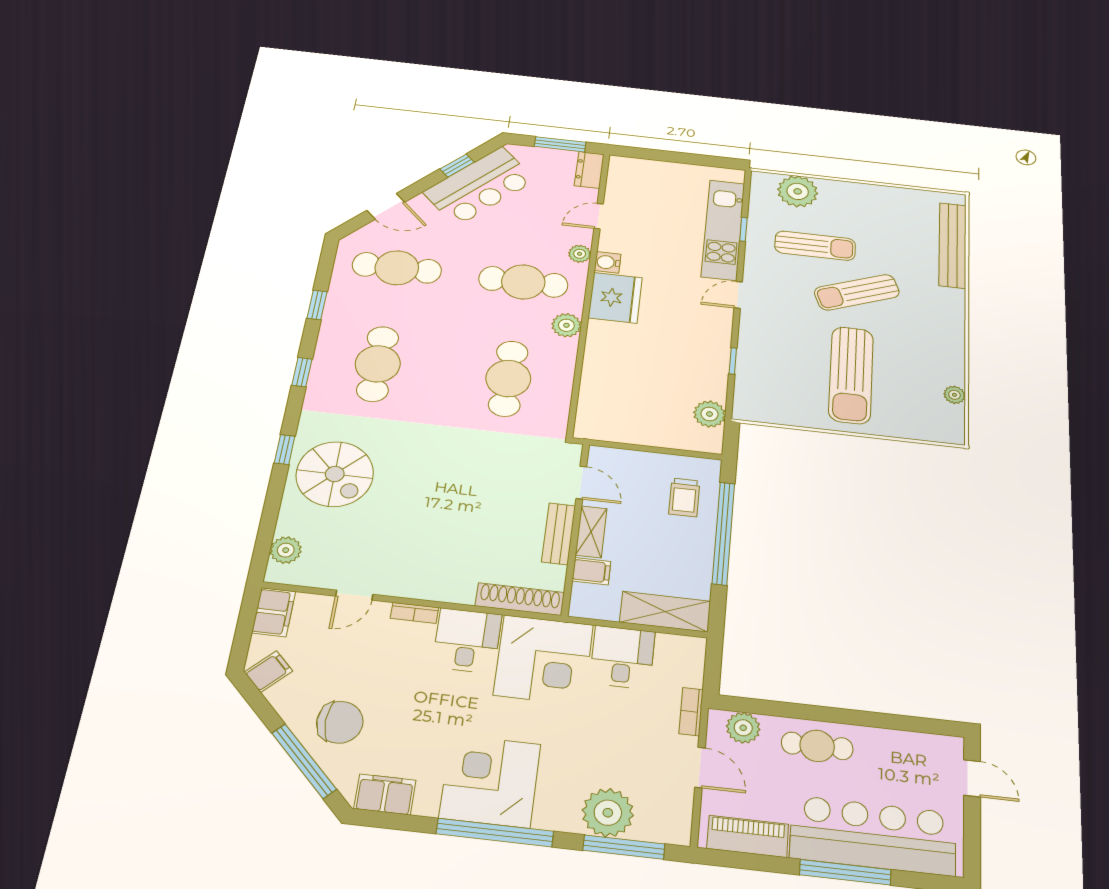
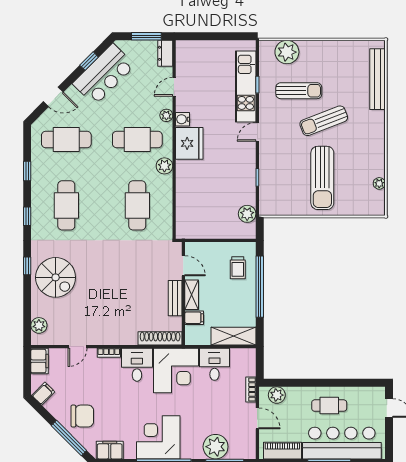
cafe table: (817, 746) -> (329, 406), moved

